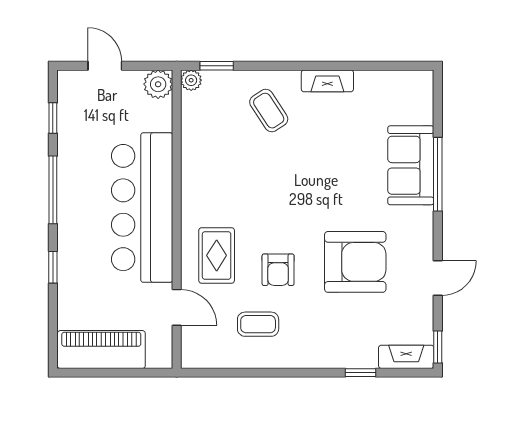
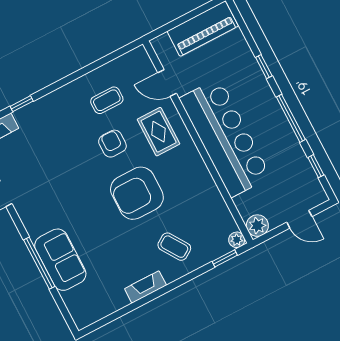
armchair: (355, 262) -> (137, 193), moved

